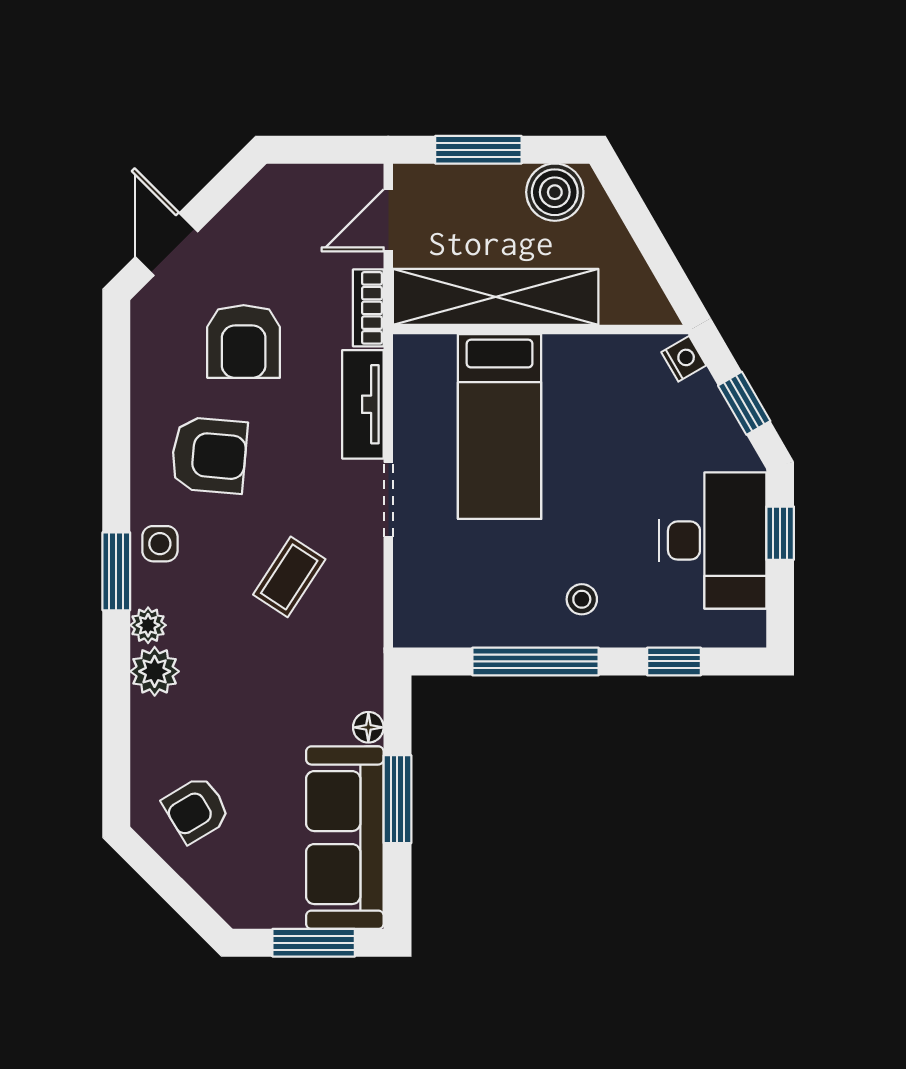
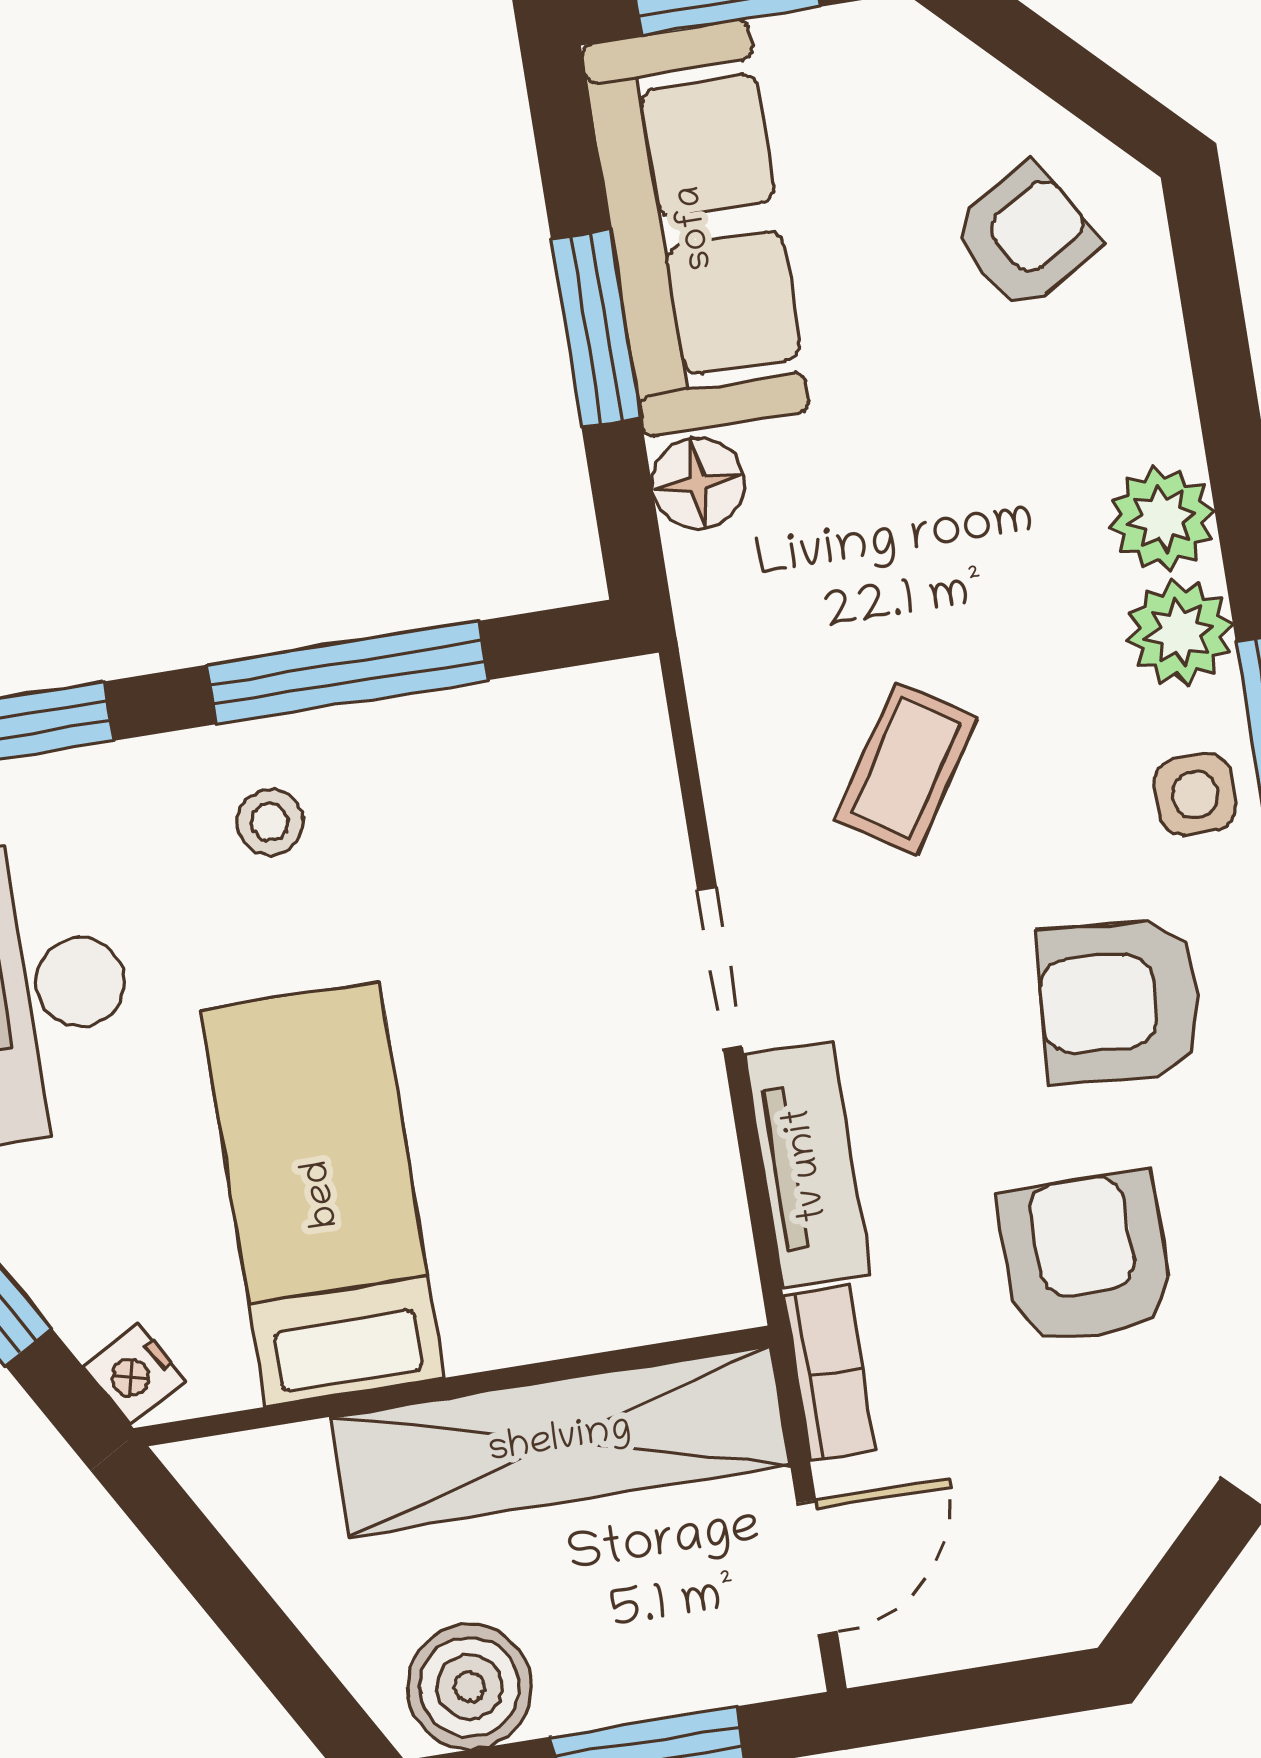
bed: (500, 427) -> (323, 1194), moved
plant: (148, 625) -> (1180, 632), width x1.38, depth x1.38
floor lamp: (368, 727) -> (698, 483), width x1.37, depth x1.37

